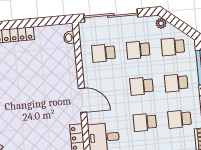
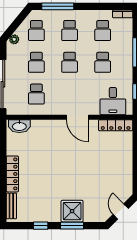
washbasin: (69, 38) -> (19, 126), width x1.91, depth x1.45
door: (82, 100) -> (77, 117), swing flipped

